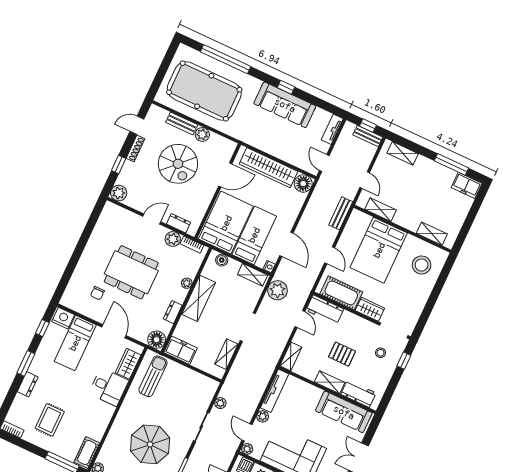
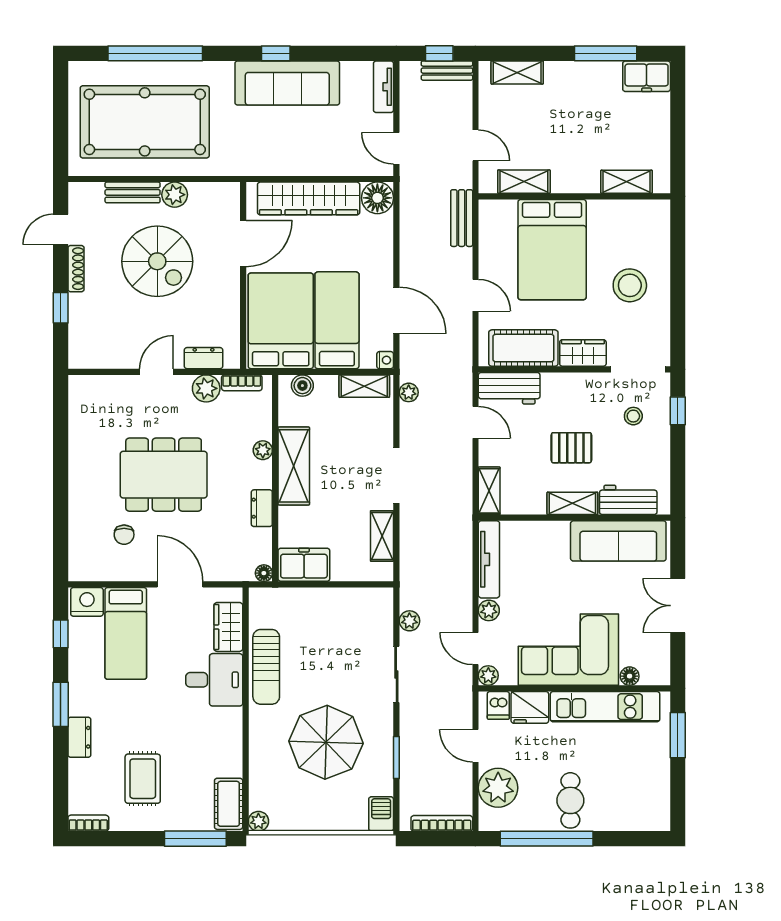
plant: (119, 193) -> (82, 355), removed
stool: (422, 265) -> (630, 285), moved
plant: (277, 290) -> (409, 392), width x0.53, depth x0.53
floor lamp: (157, 340) -> (264, 573), width x0.53, depth x0.53
sun lounger: (153, 376) -> (266, 667), moved, turned 180

